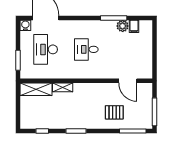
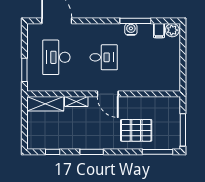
water cooler: (25, 25) -> (131, 29), moved
plant: (123, 26) -> (172, 30), moved
desk: (86, 49) -> (104, 57), turned 180
door: (128, 81) -> (108, 94), moved
pallet: (114, 112) -> (136, 130), width x1.50, depth x1.42

